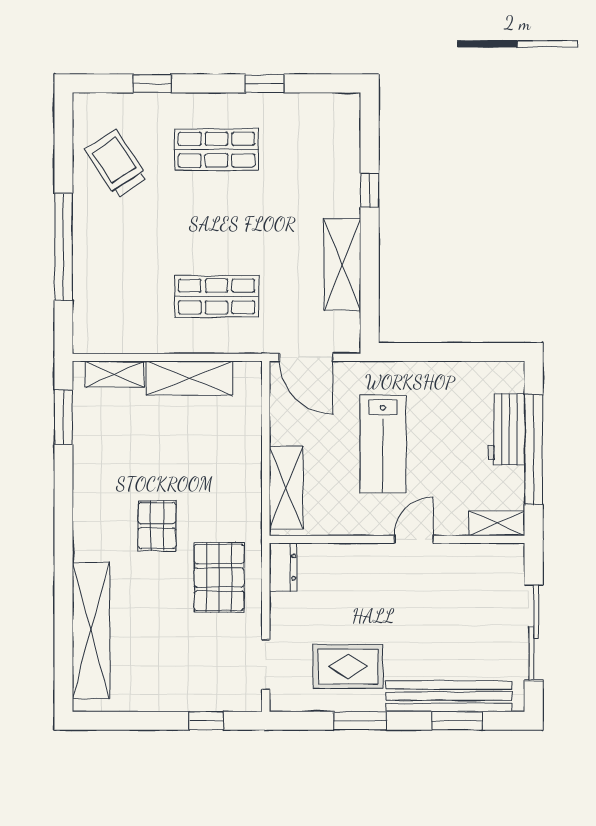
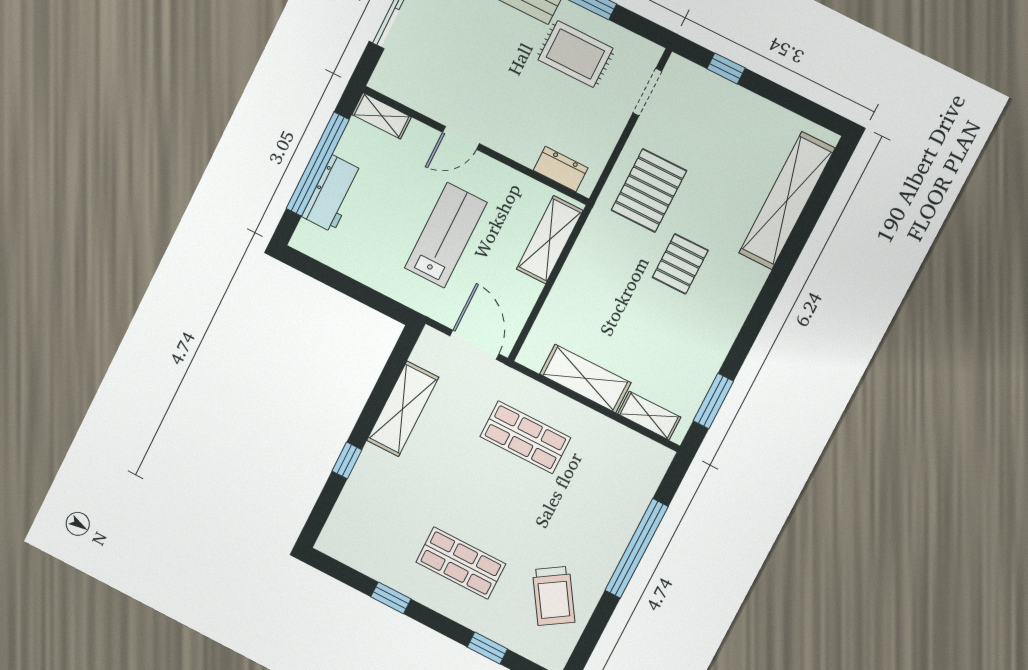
dresser: (283, 567) -> (561, 169), moved, turned 90

